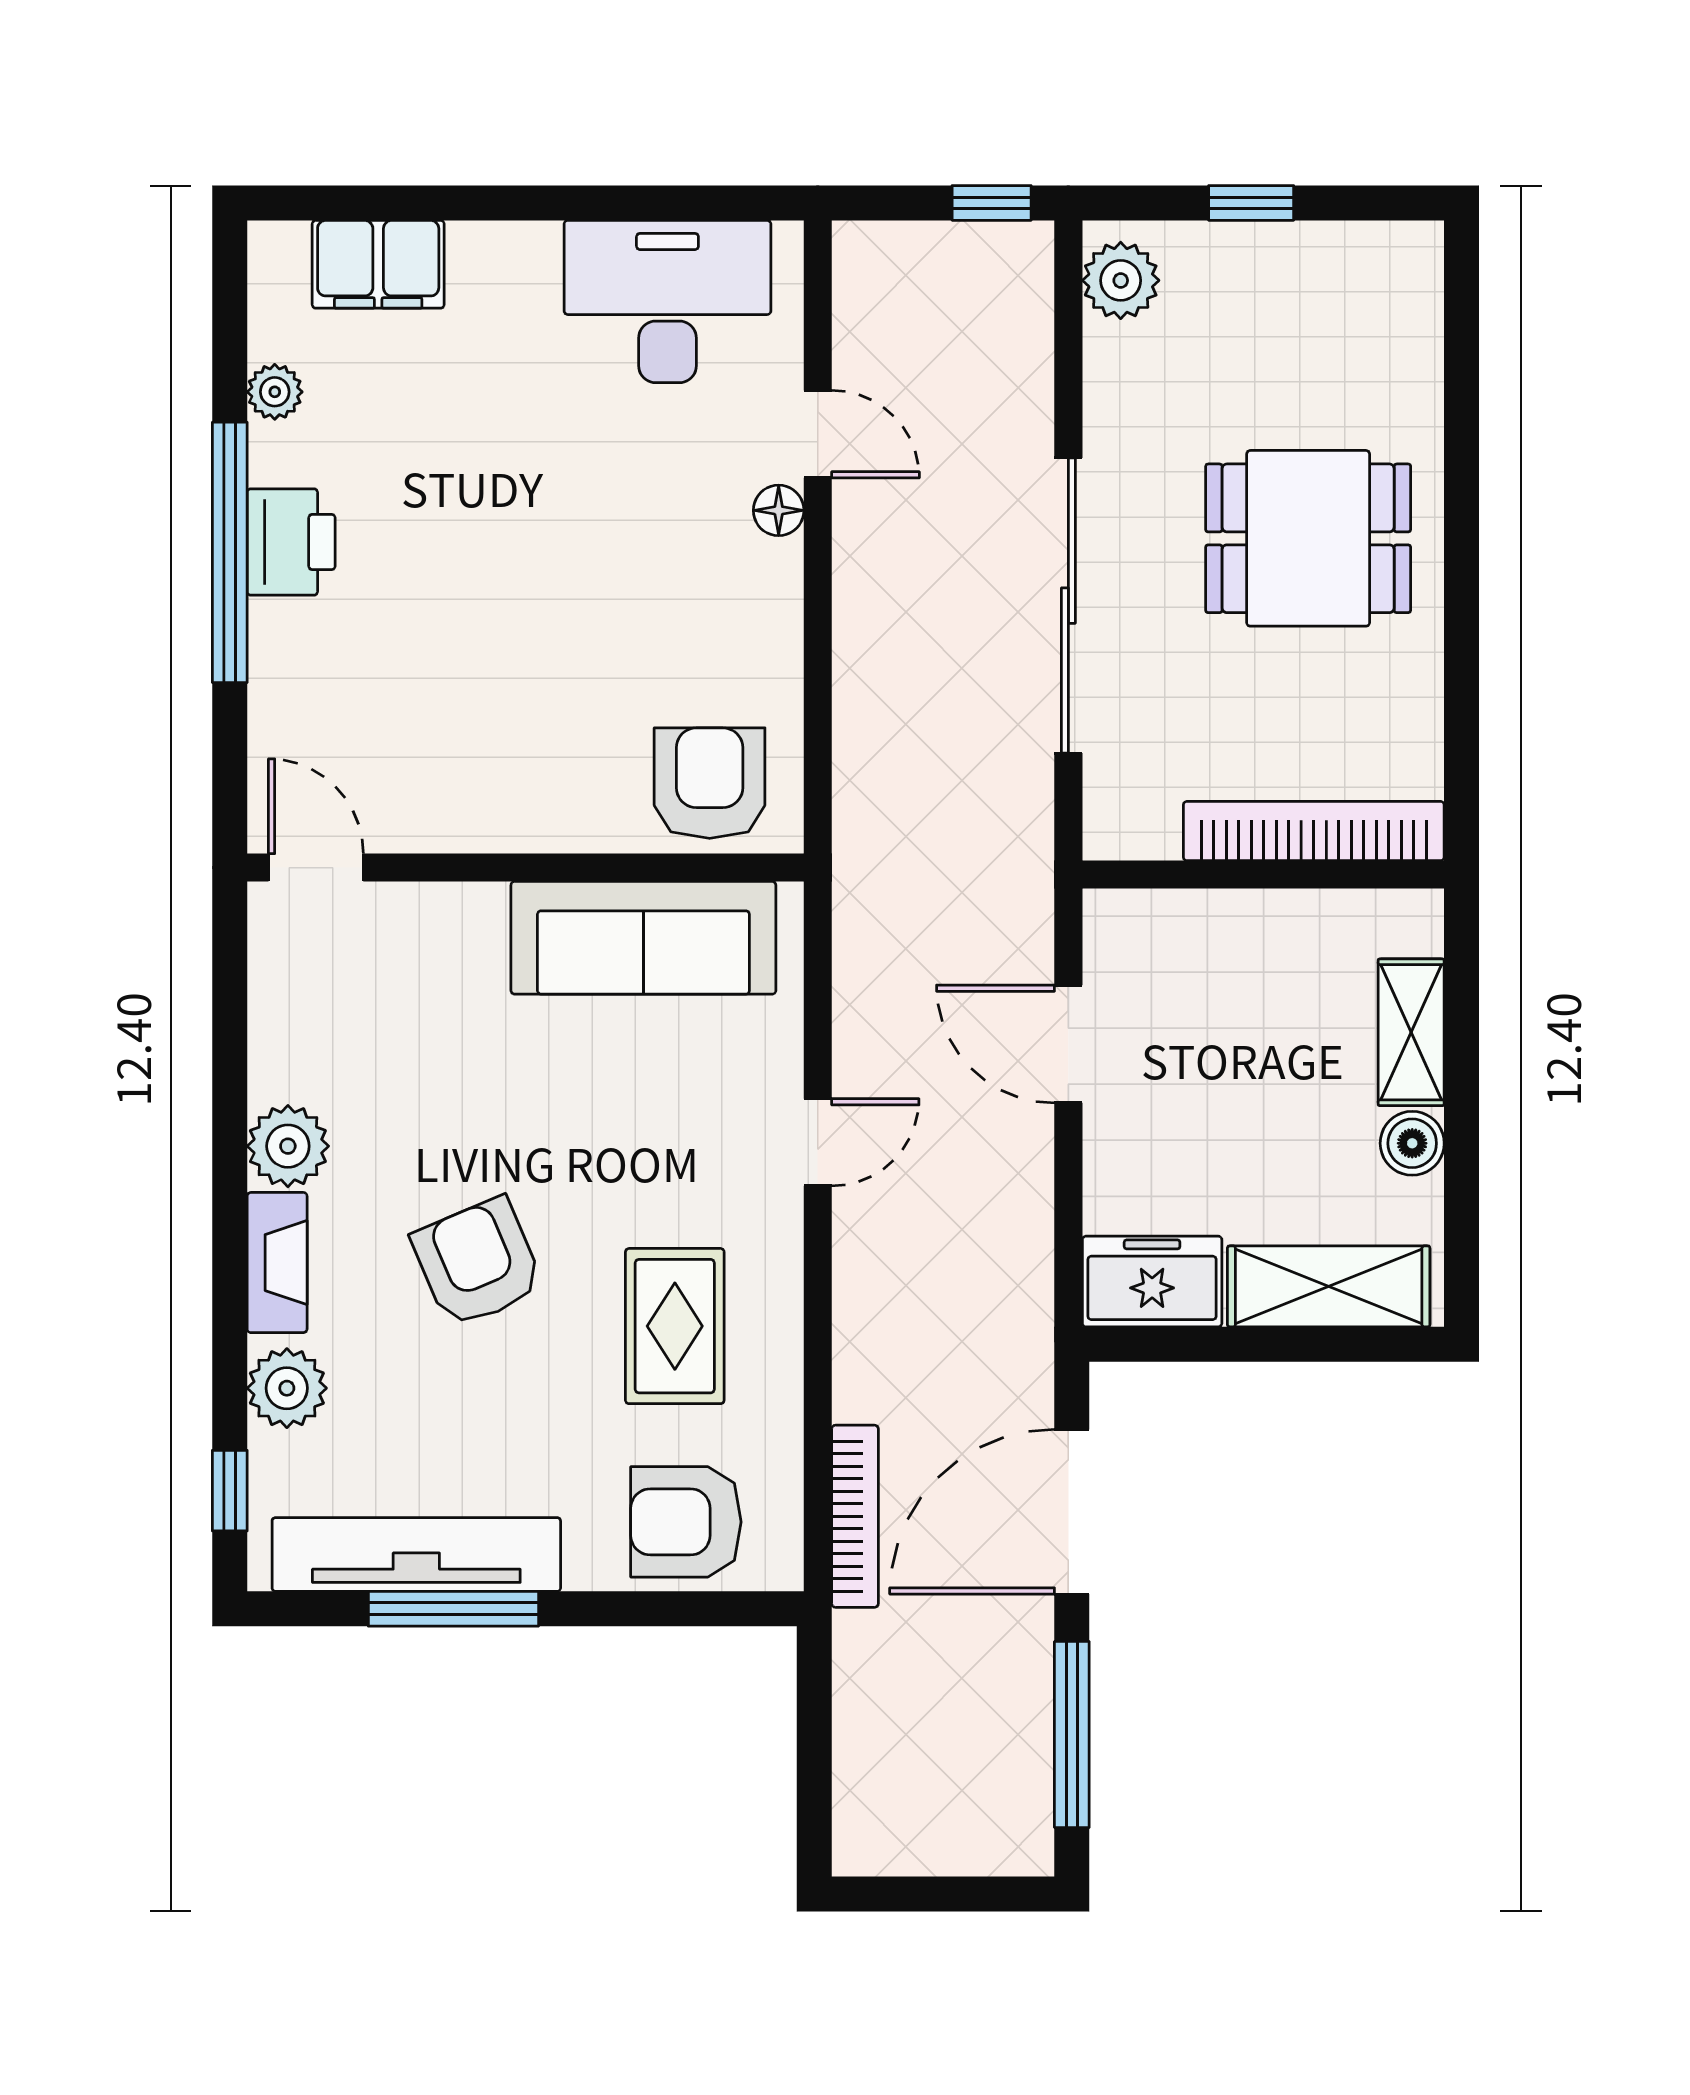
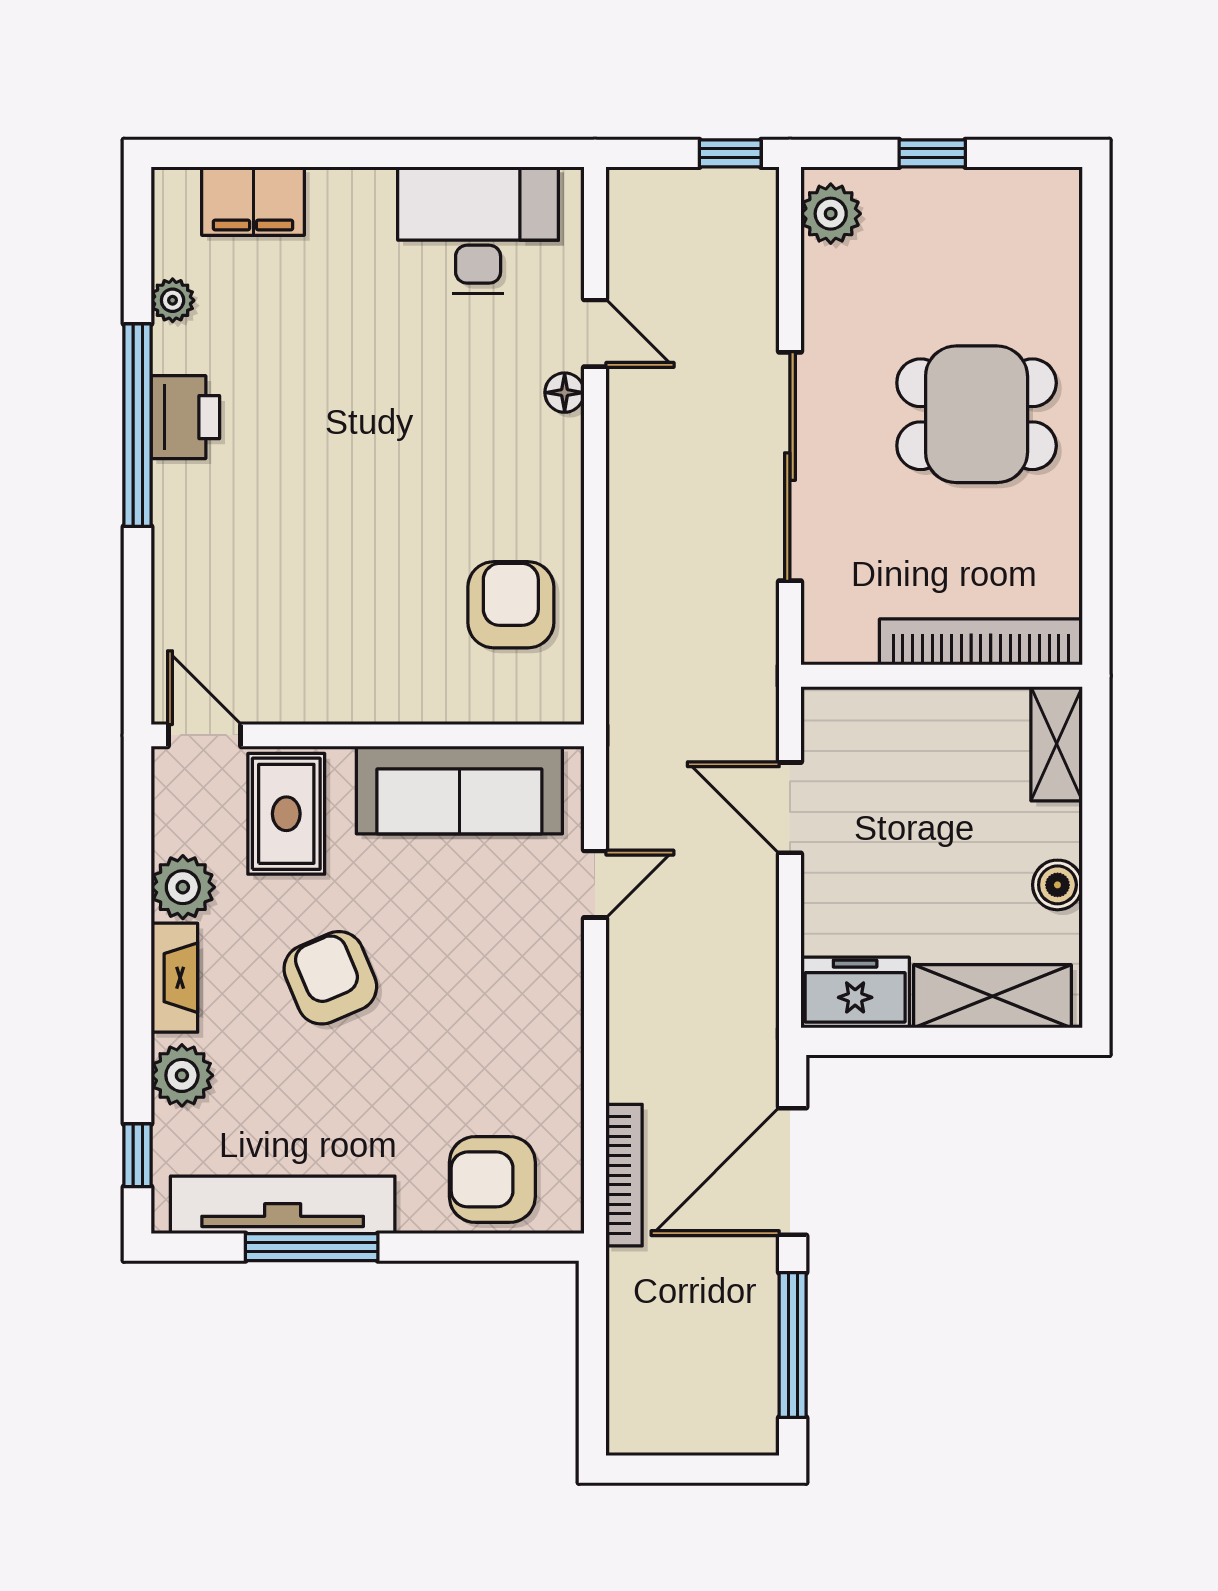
door: (316, 868) -> (205, 735), moved
wall: (526, 868) -> (368, 735), moved
sofa: (643, 938) -> (459, 790), moved
shelving: (1411, 1032) -> (1057, 744), moved
rug: (675, 1326) -> (286, 814), moved

